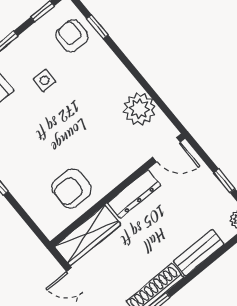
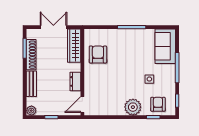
armchair: (72, 36) -> (158, 104), turned -90
plant: (139, 109) -> (133, 107), moved
dresser: (134, 194) -> (75, 81), width x0.70

